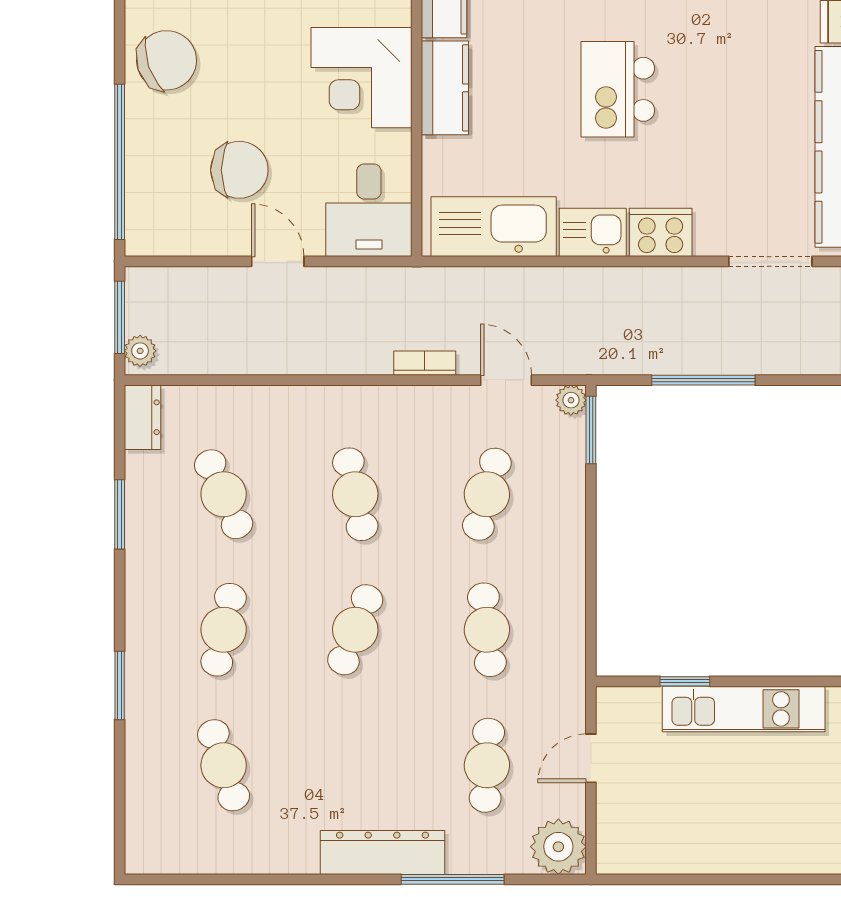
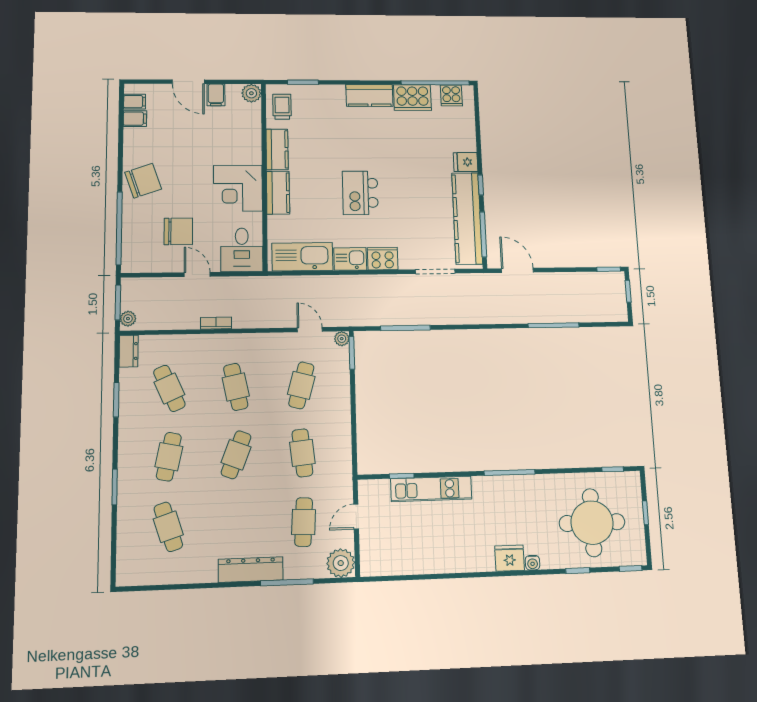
bookcase: (425, 363) -> (216, 323), moved

